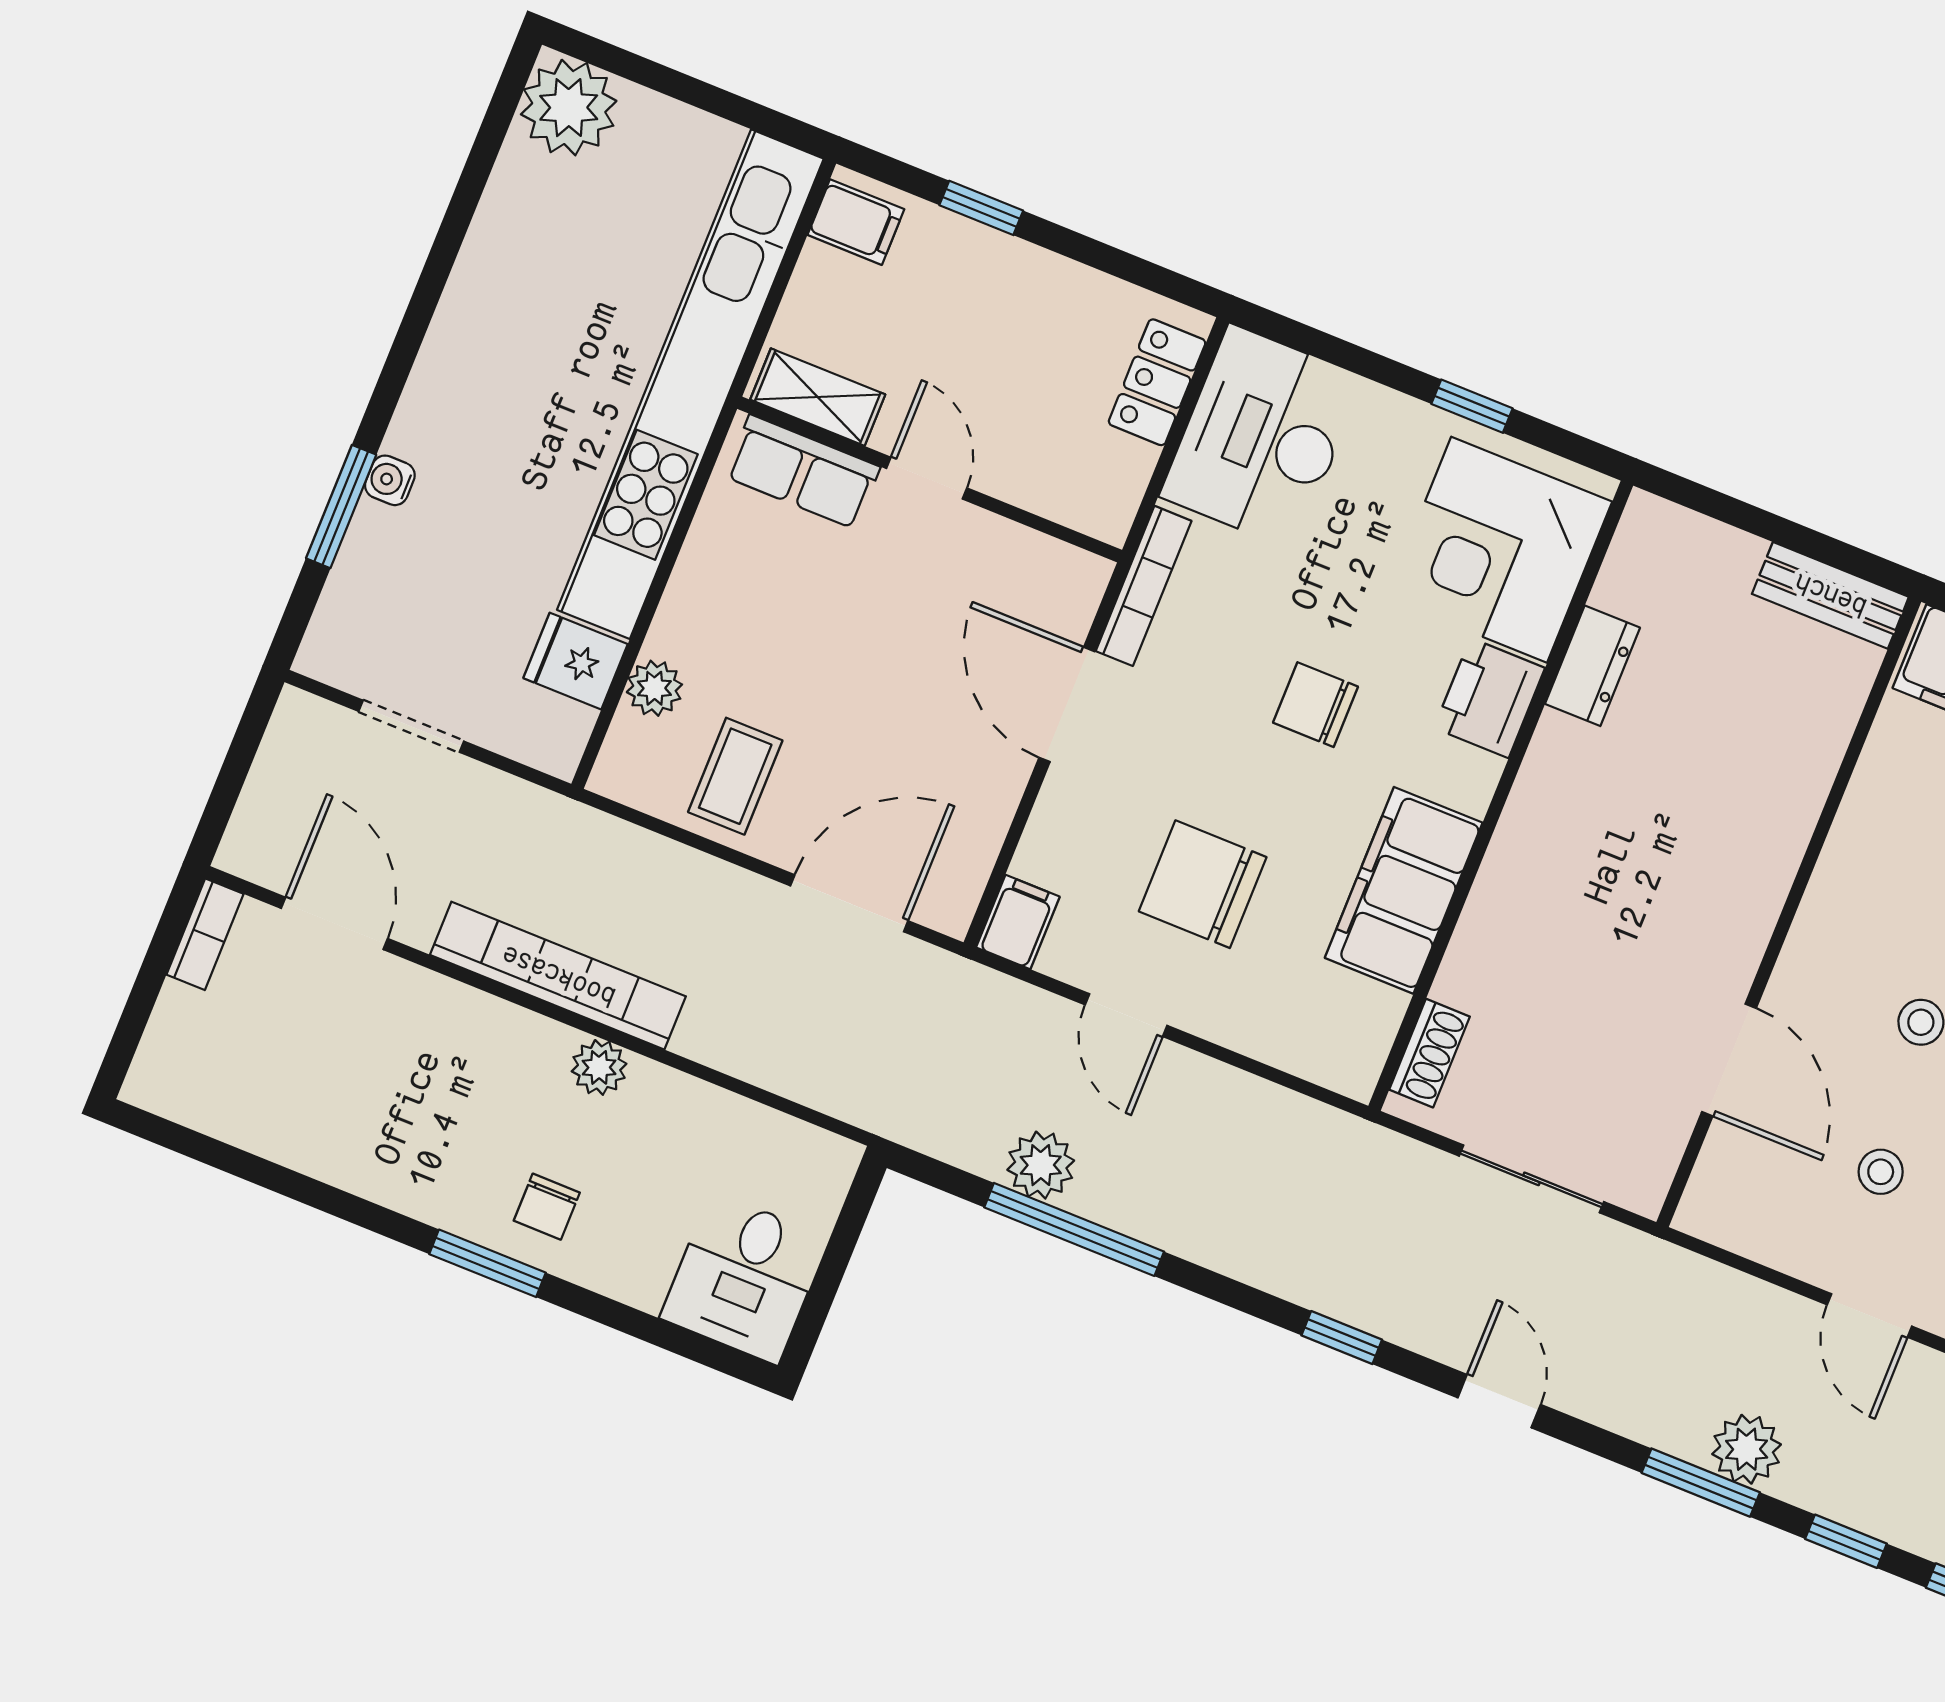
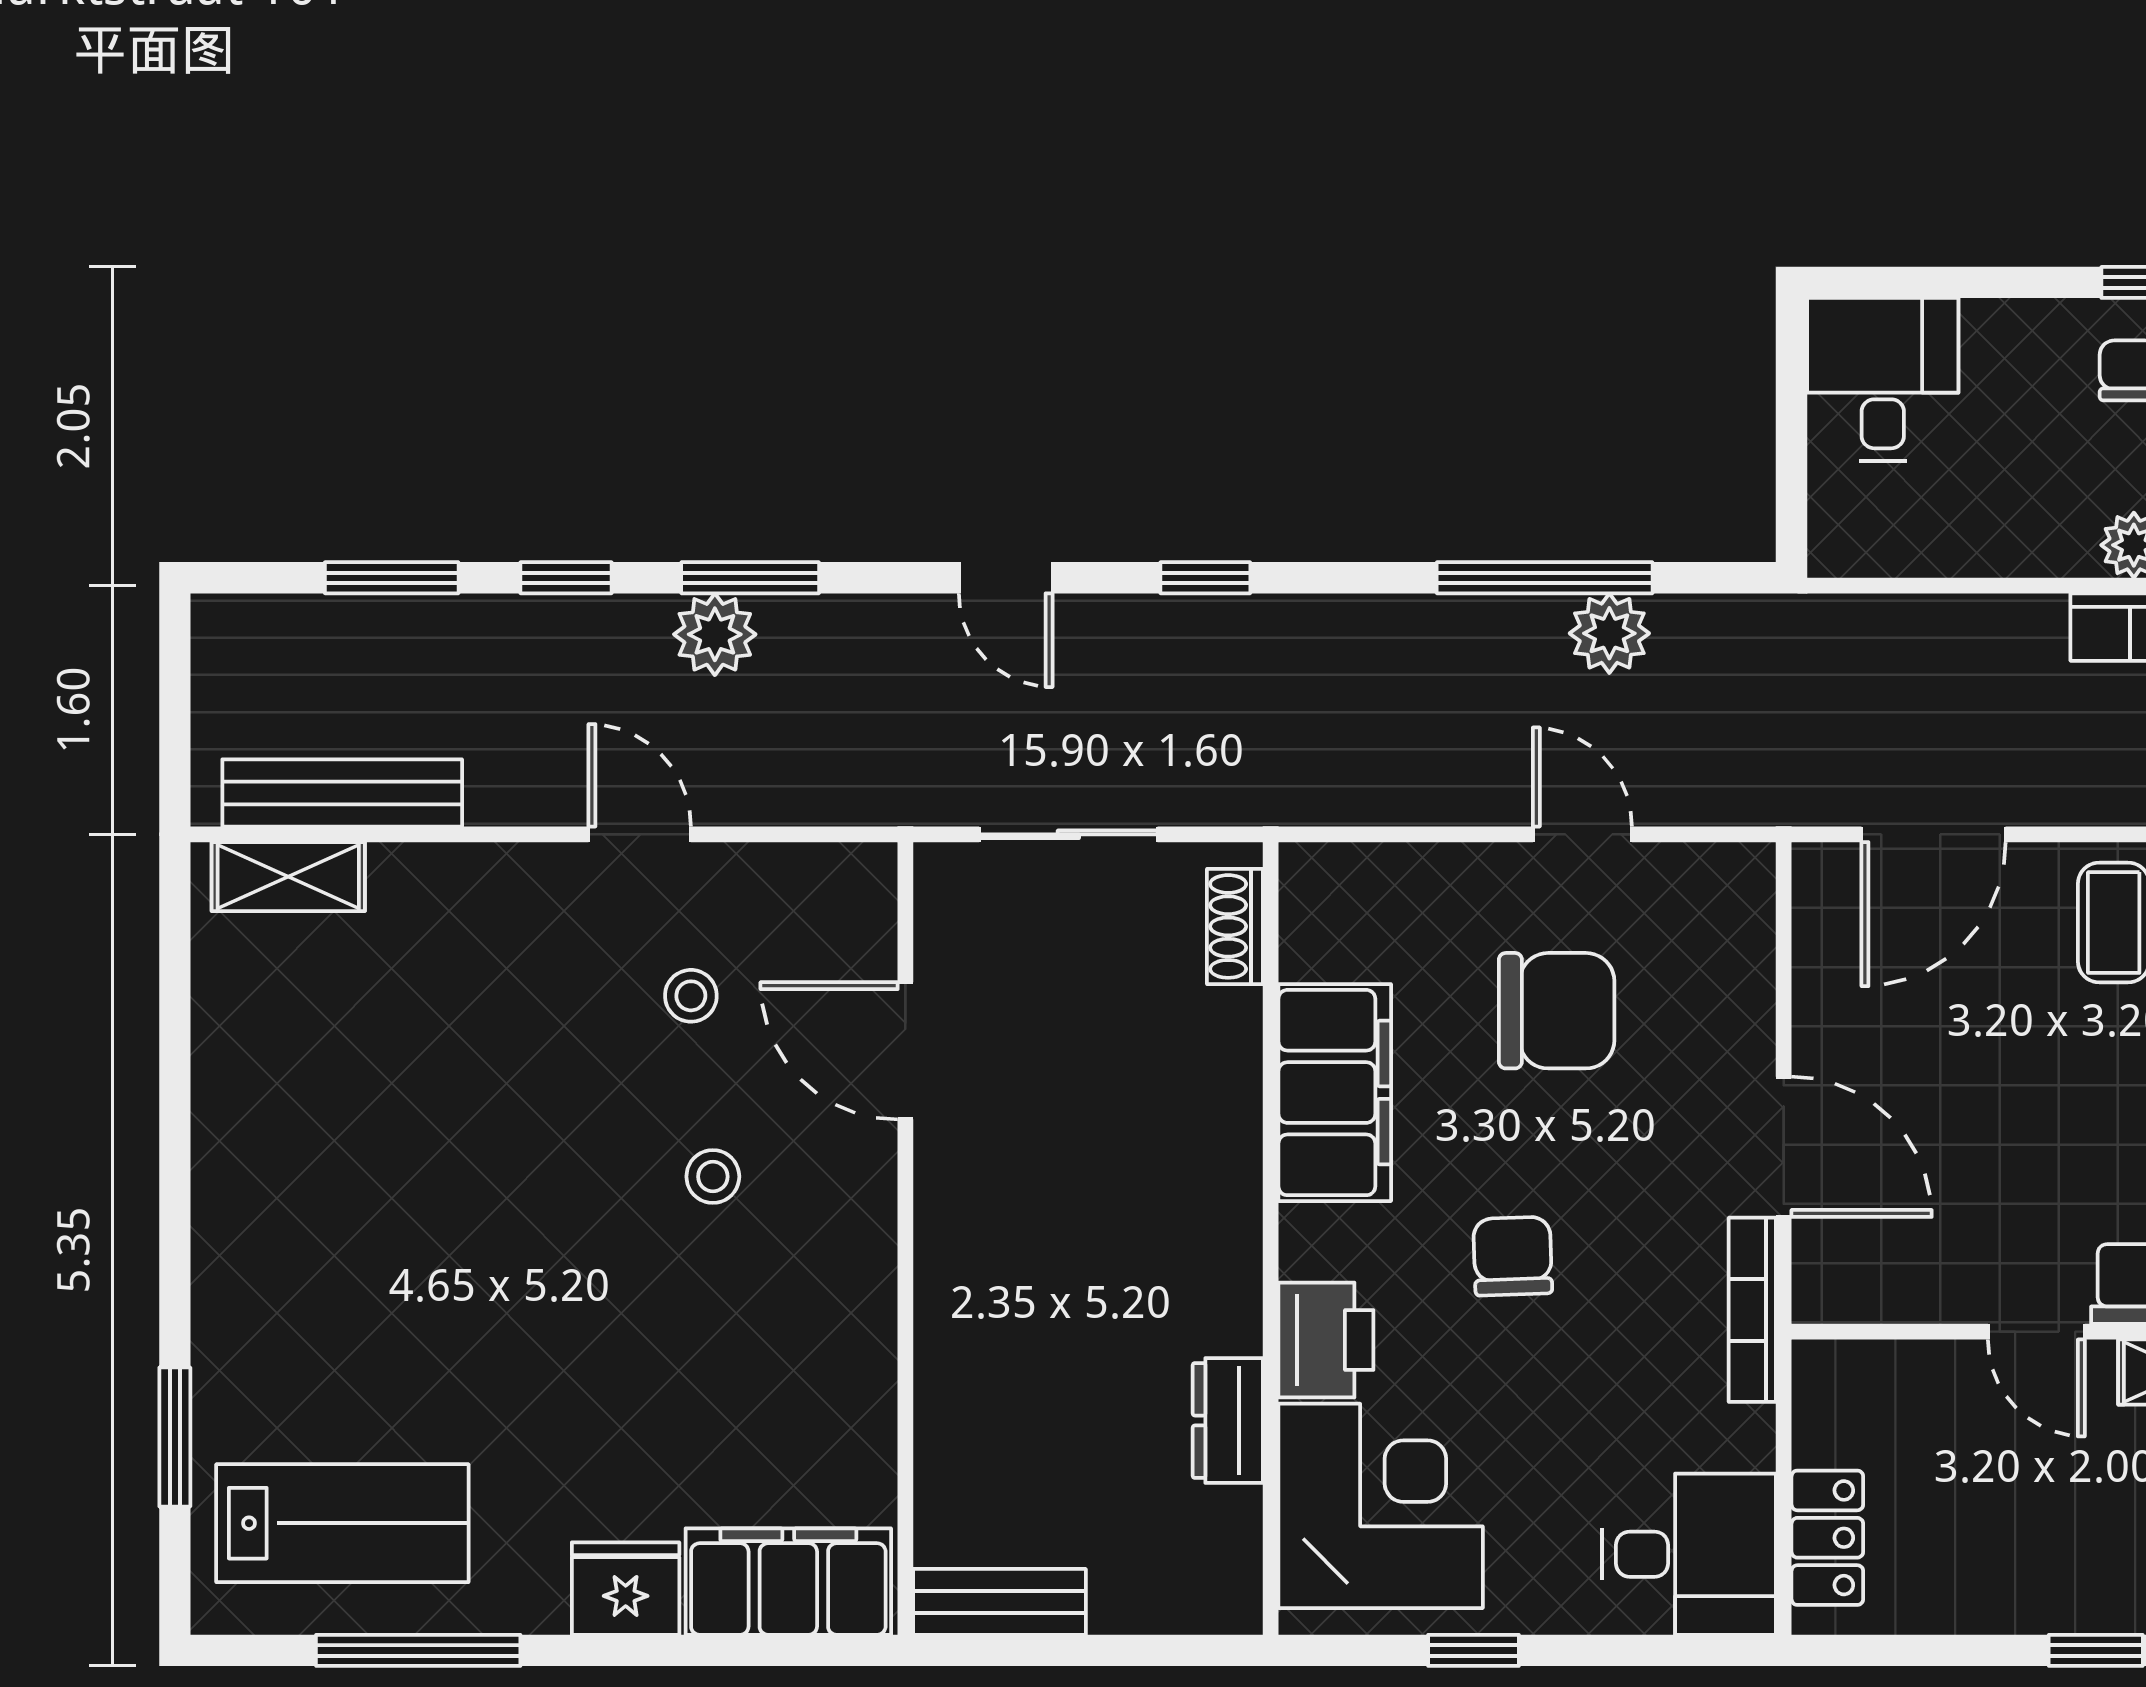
desk: (1262, 437) -> (1689, 1554), width x0.73
chair: (1315, 705) -> (1513, 1256), turned -92
filing cabinet: (1018, 922) -> (1741, 888), removed

